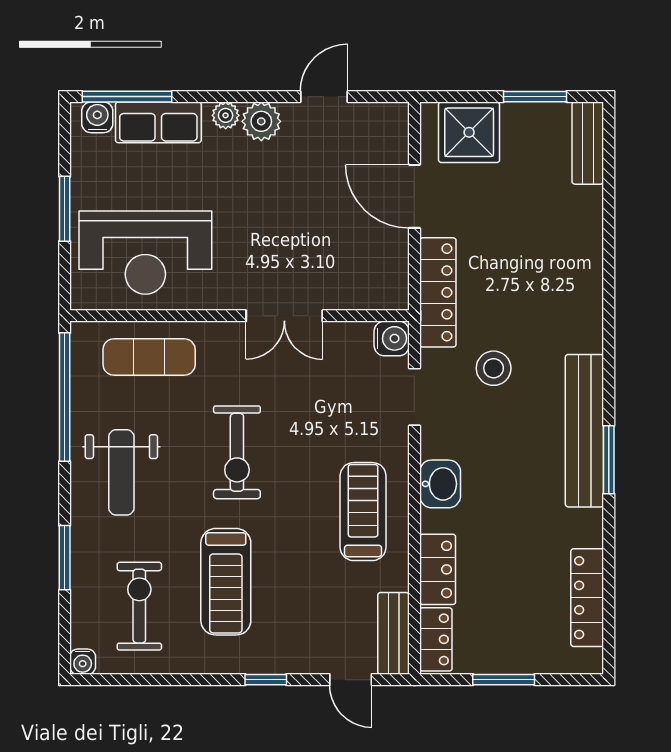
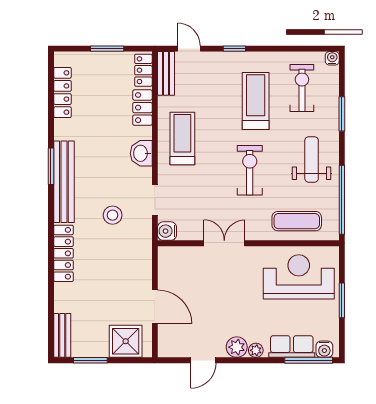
locker: (438, 292) -> (63, 253), moved, turned 180
treadmill: (363, 512) -> (182, 138), turned 180
exercise bike: (139, 606) -> (302, 88), turned 180

